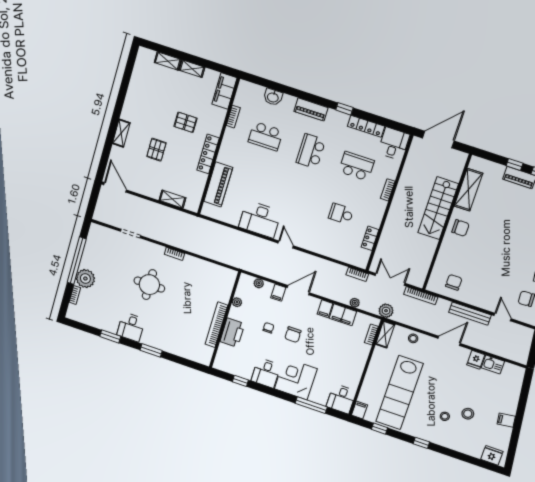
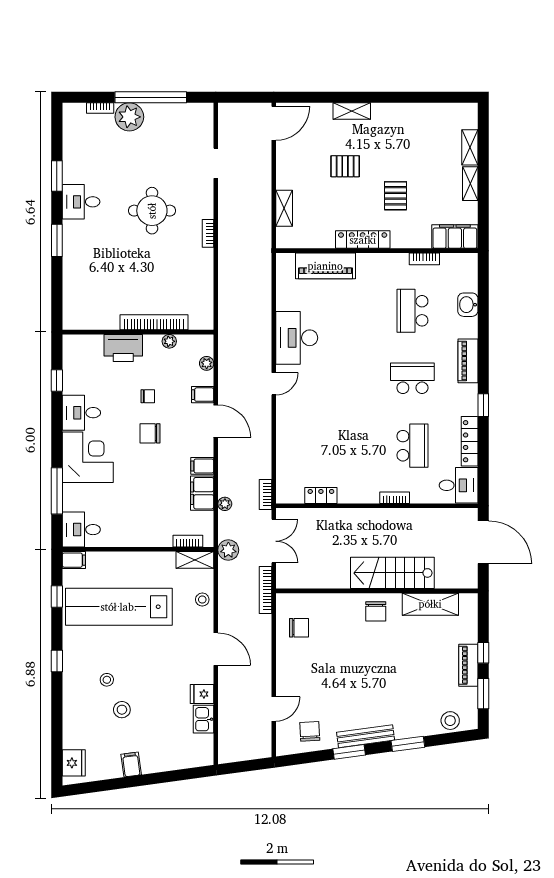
school desk: (341, 214) -> (341, 446), removed
bench: (470, 314) -> (263, 664), removed
bookcase: (216, 325) -> (154, 322), moved

